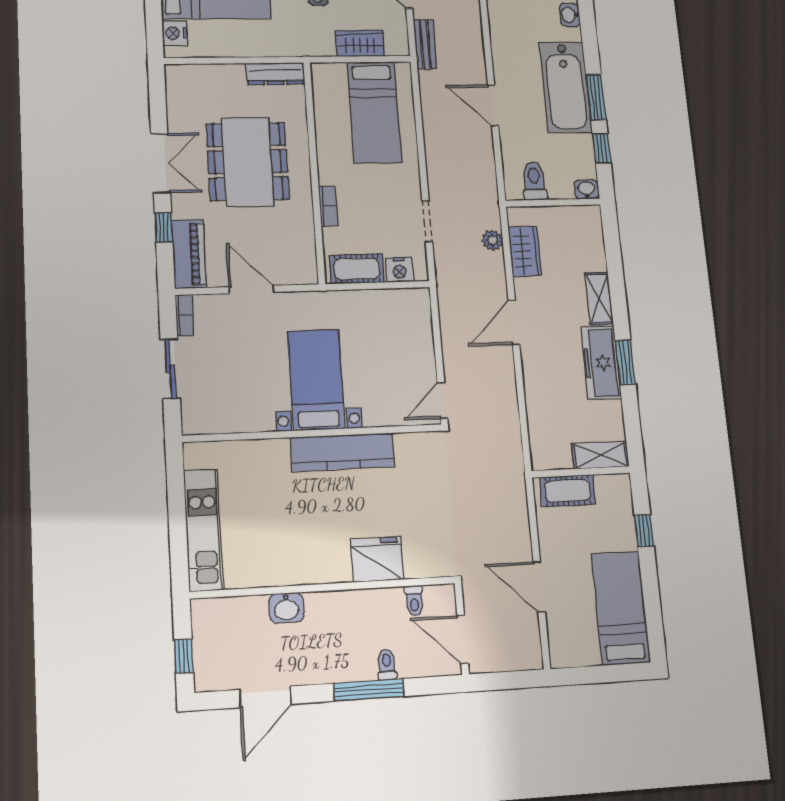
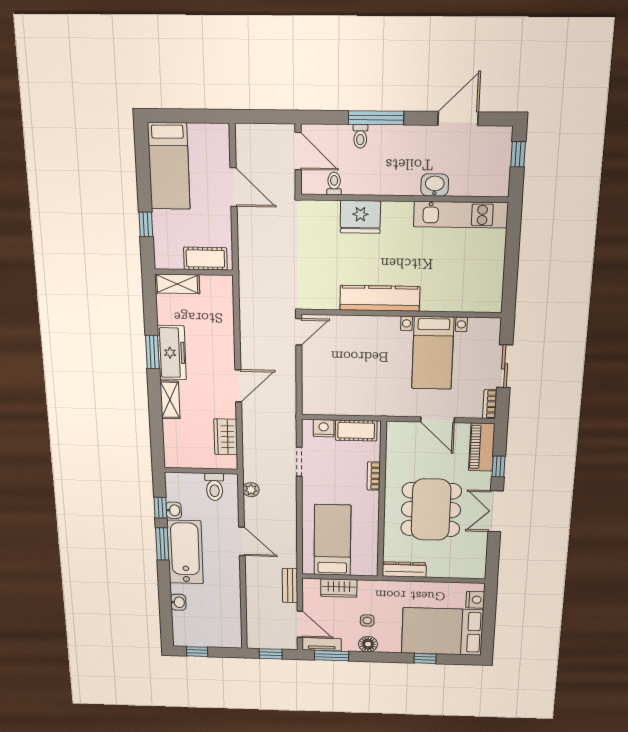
washbasin: (586, 189) -> (174, 510), moved, turned -90
plant: (492, 240) -> (251, 490), moved
bed with nightstands: (316, 380) -> (433, 353), moved
kitchen unit: (203, 530) -> (461, 215), moved, turned -90

